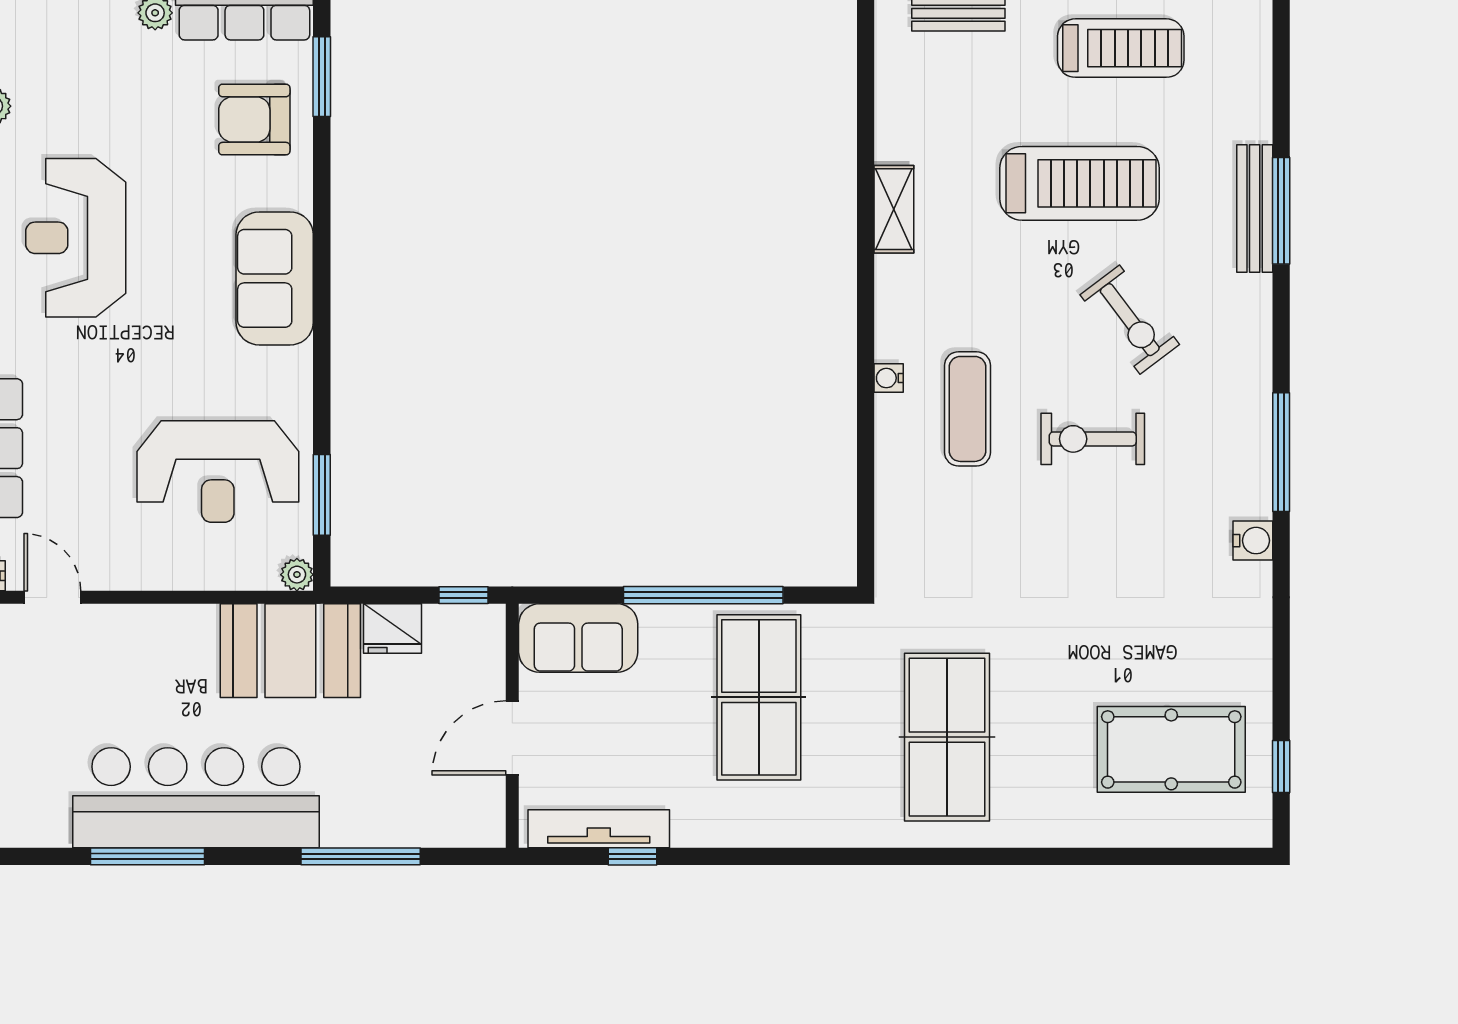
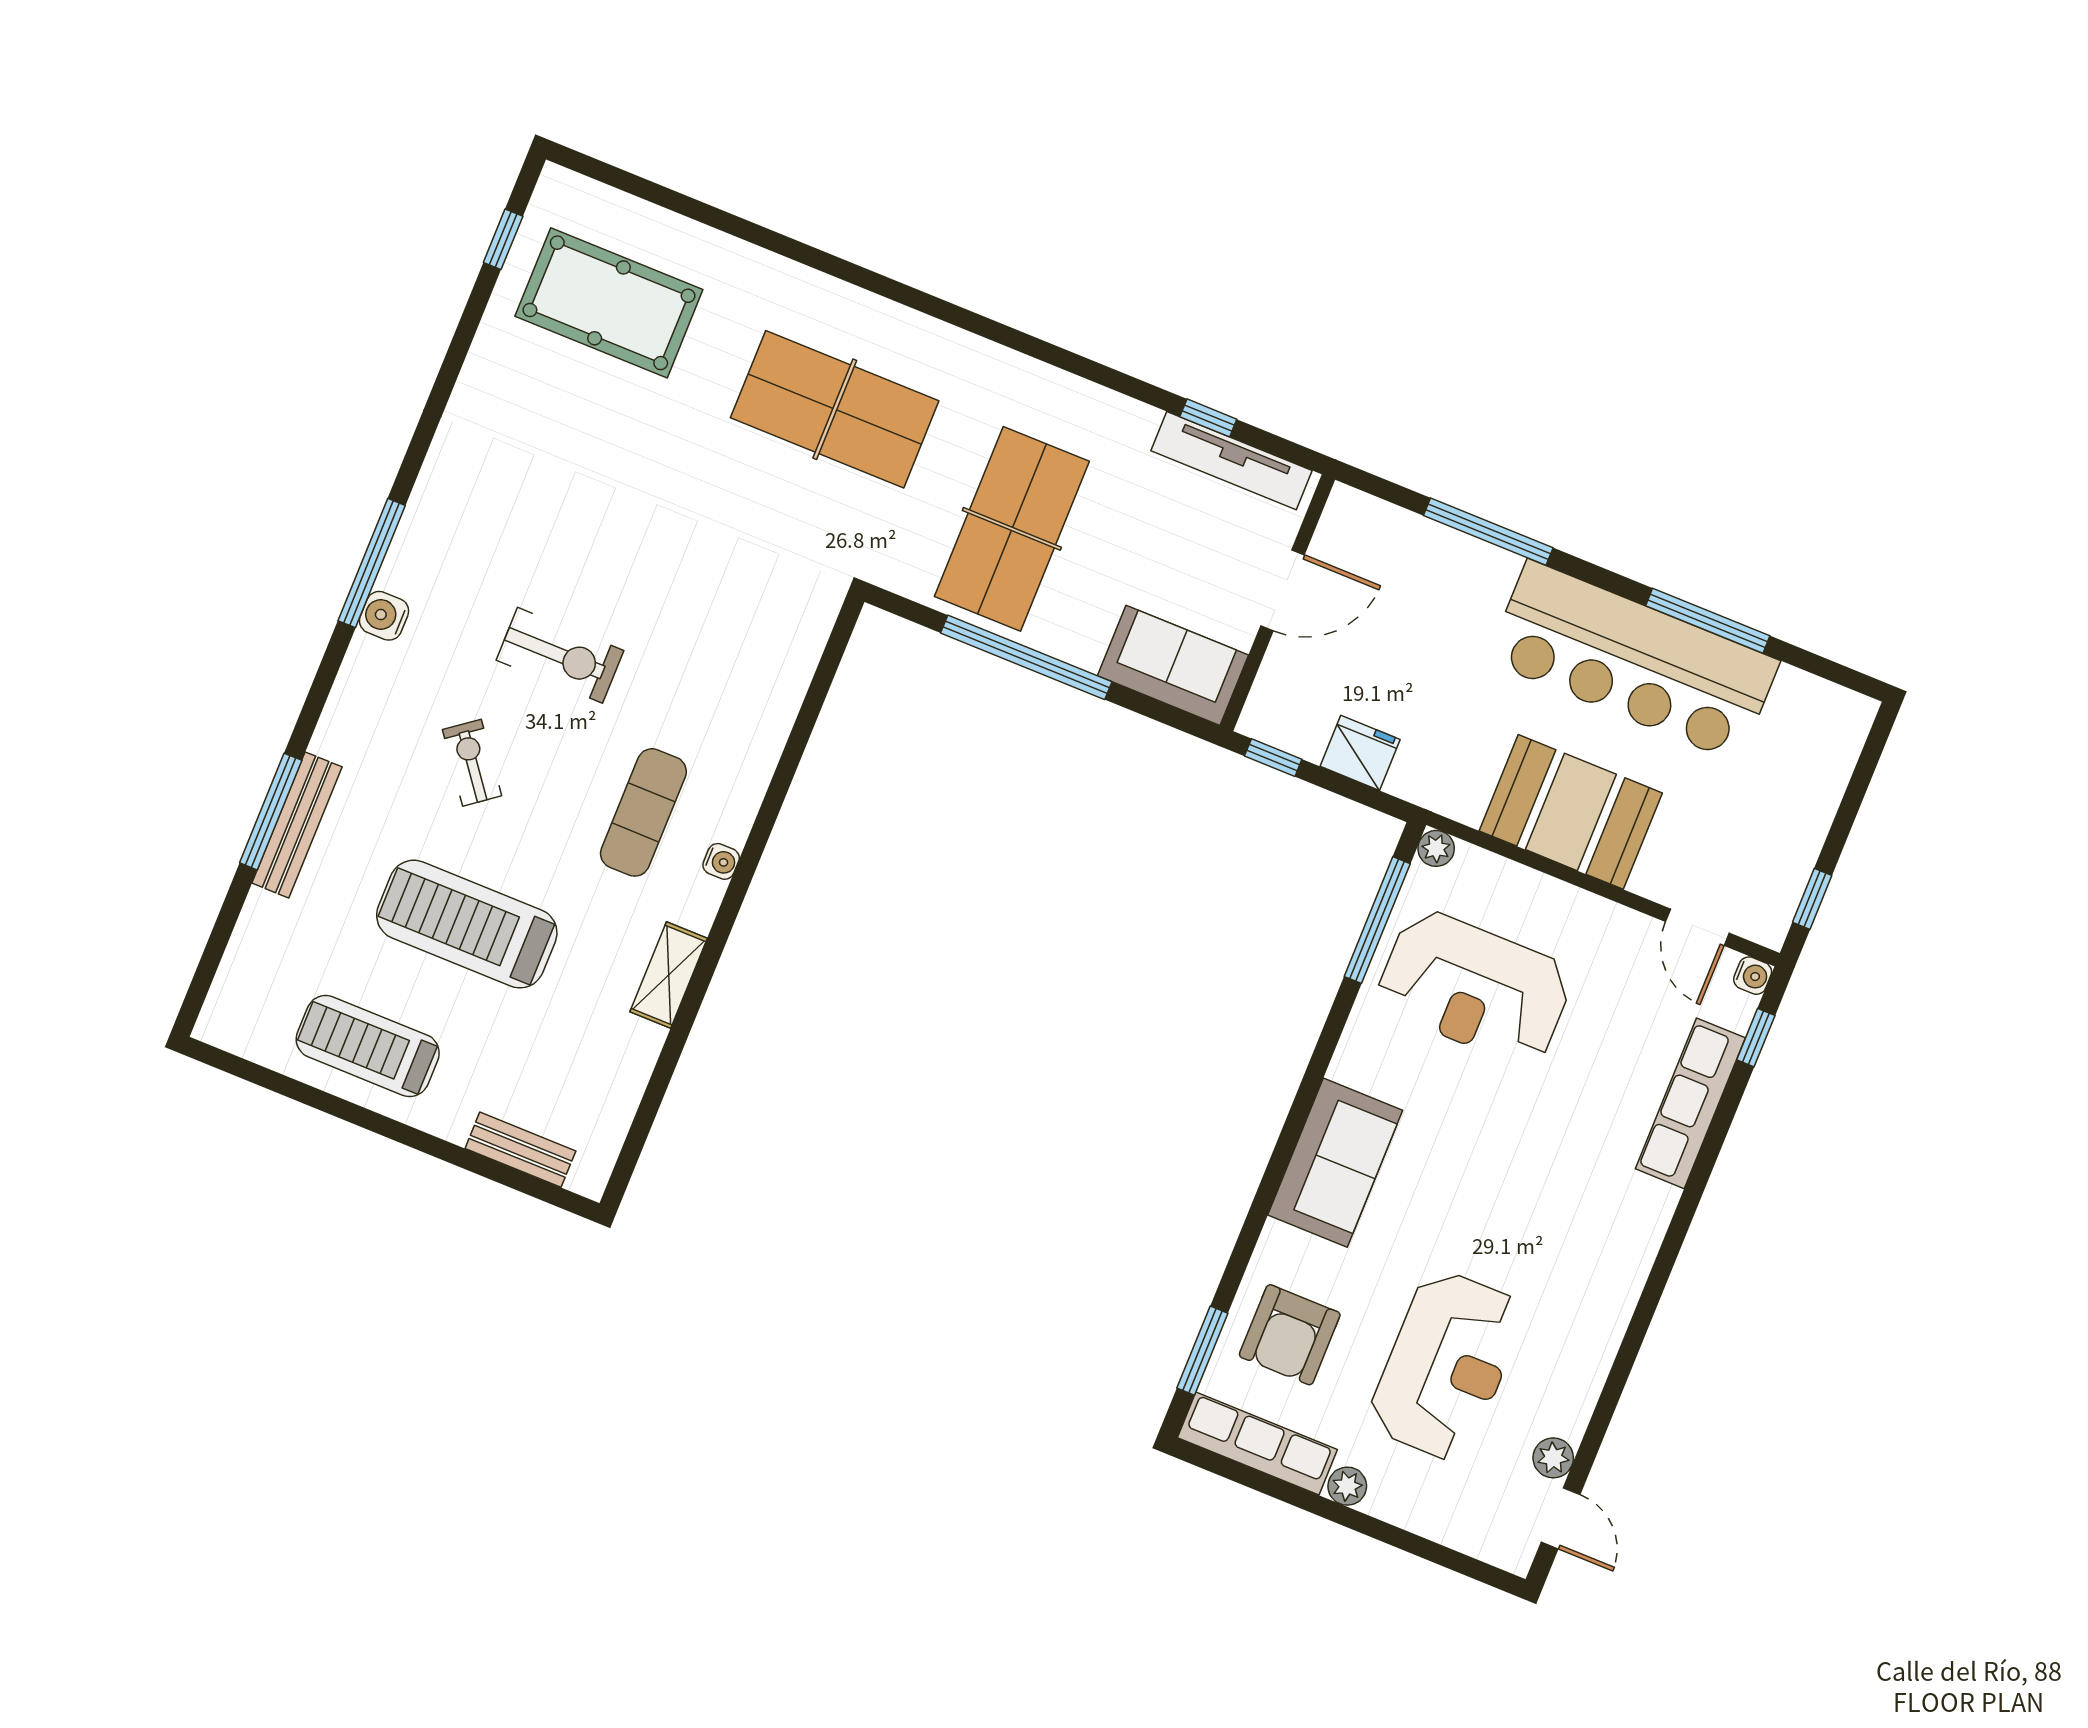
armchair: (254, 120) -> (1290, 1335), turned 90
reception desk: (76, 238) -> (1446, 1365), moved
exercise bike: (1130, 320) -> (472, 763), width x0.73, depth x0.72
water cooler: (889, 378) -> (721, 861), moved
exercise mat: (968, 409) -> (643, 812), moved
reception desk: (218, 472) -> (1474, 988), turned 180
window: (322, 495) -> (1377, 920), width x1.44
water cooler: (1253, 541) -> (384, 616), moved
booth: (290, 651) -> (1571, 812), moved
table tennis table: (947, 737) -> (835, 409), turned 90

